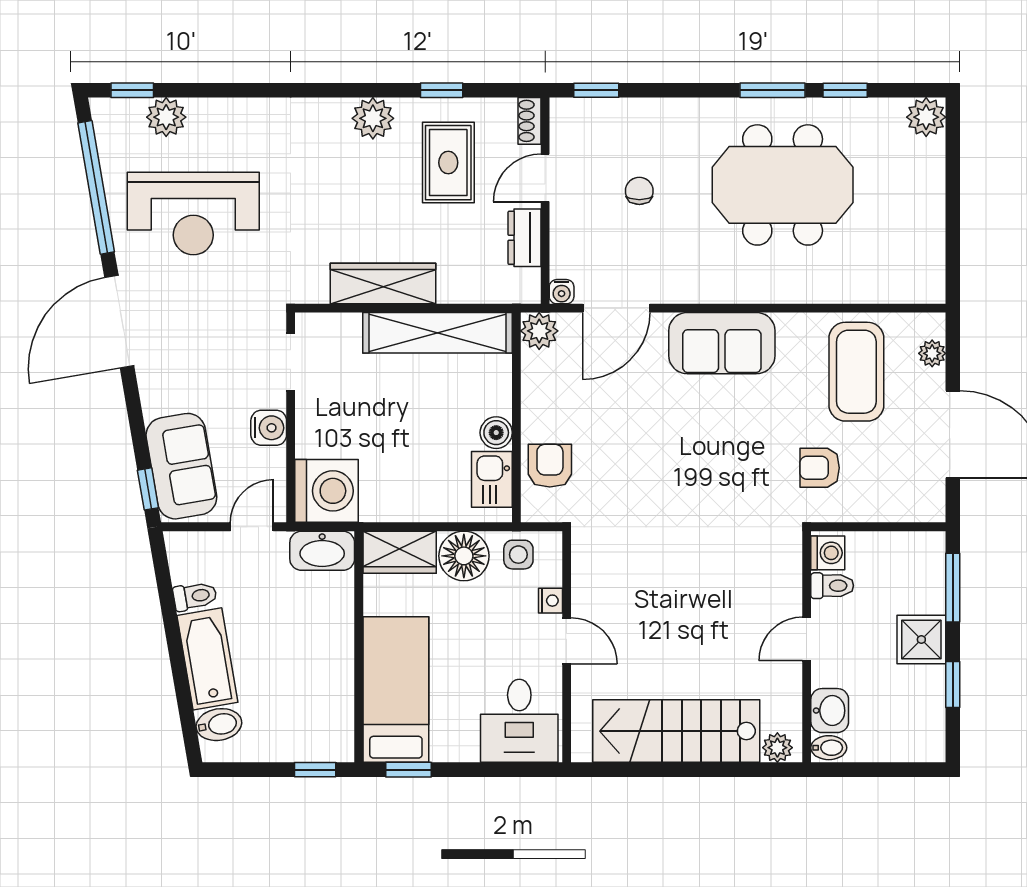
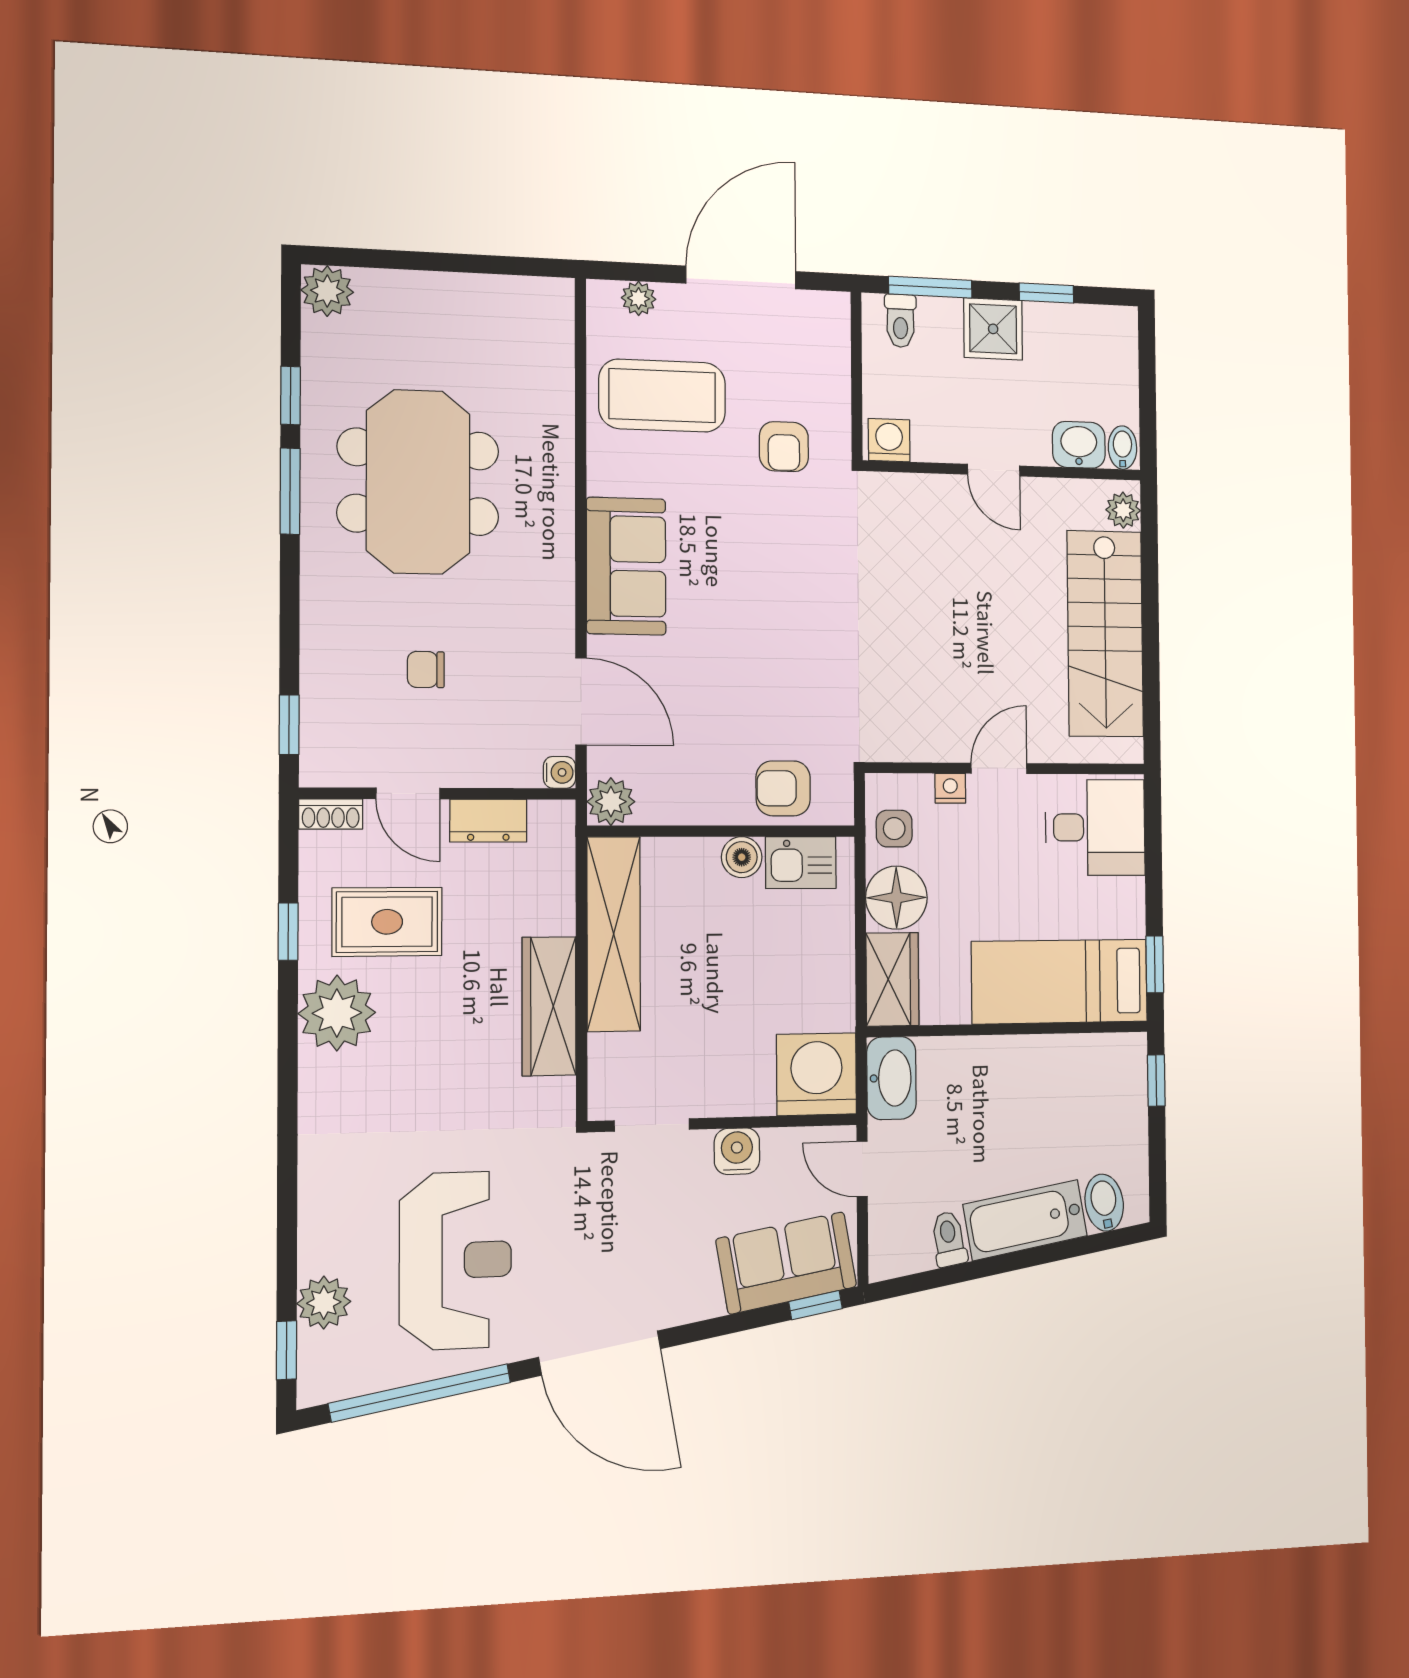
plant: (373, 118) -> (337, 1013), width x1.36, depth x1.36
toilet: (832, 586) -> (900, 321), moved, turned 180

